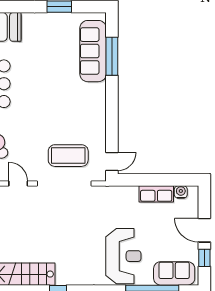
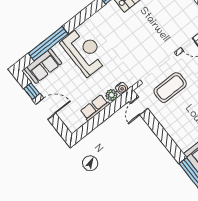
water cooler: (181, 192) -> (122, 88), moved
plant: (130, 193) -> (111, 95), added
reception desk: (123, 256) -> (84, 51), turned 180

